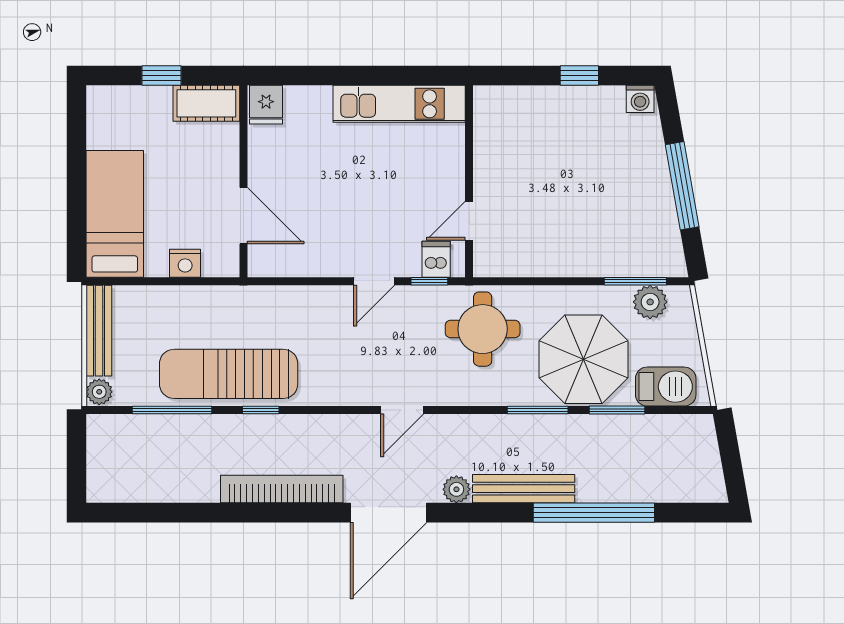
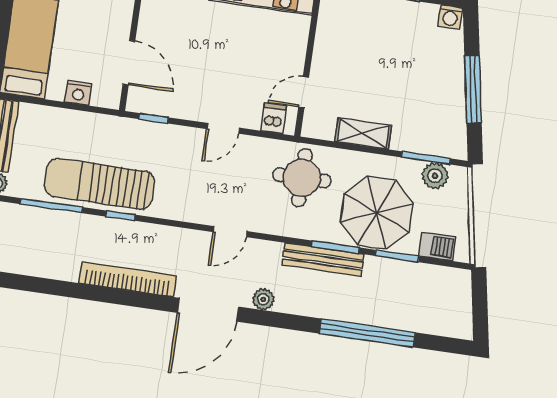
shelving: (552, 262) -> (363, 133), added
window: (429, 281) -> (154, 118), moved
barbecue: (666, 387) -> (437, 246), width x0.73, depth x0.79
bench: (524, 489) -> (323, 260), moved

